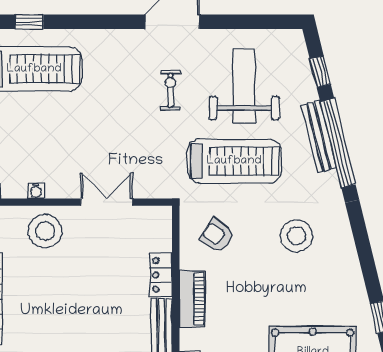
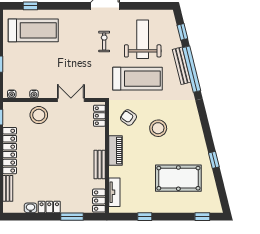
stool: (296, 236) -> (158, 128), moved
locker: (161, 275) -> (99, 116), moved

